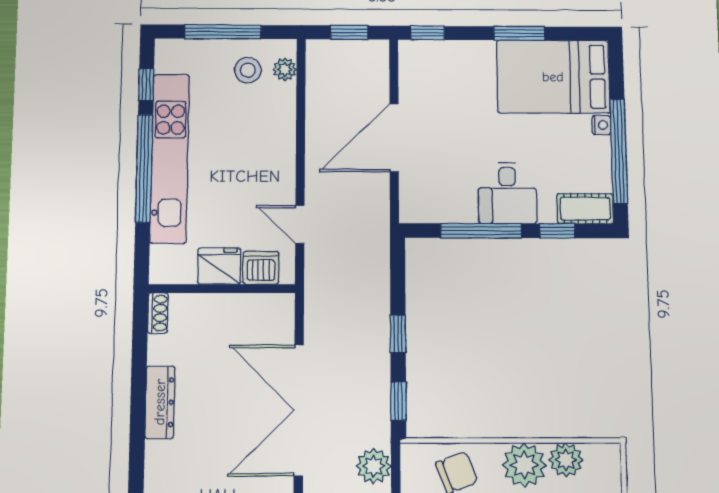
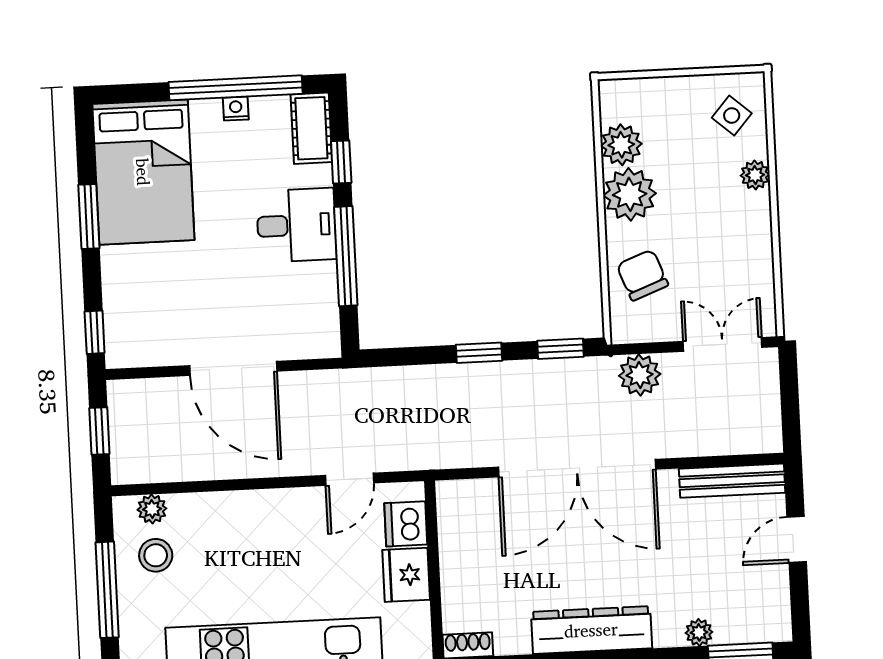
nightstand: (601, 125) -> (236, 109), moved
dresser: (160, 402) -> (591, 630), width x1.37, depth x1.24

